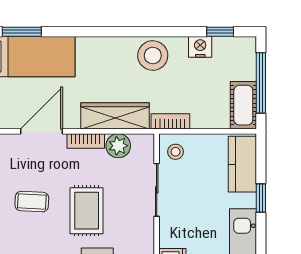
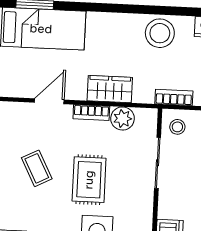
wardrobe: (115, 116) -> (110, 89), width x0.67
door: (42, 131) -> (49, 101), width x0.73
coffee table: (32, 202) -> (37, 168), turned 60

